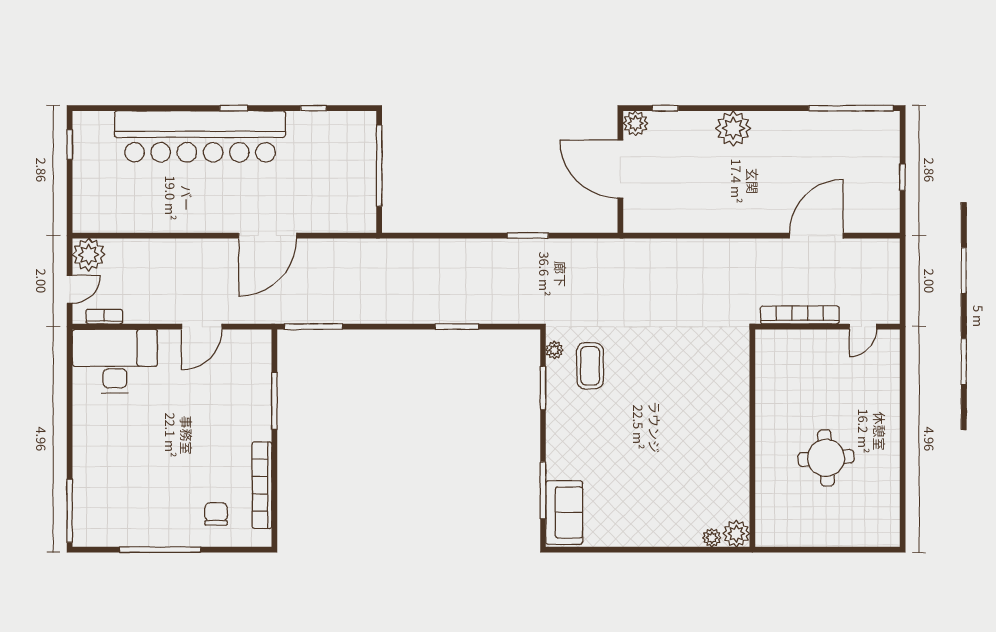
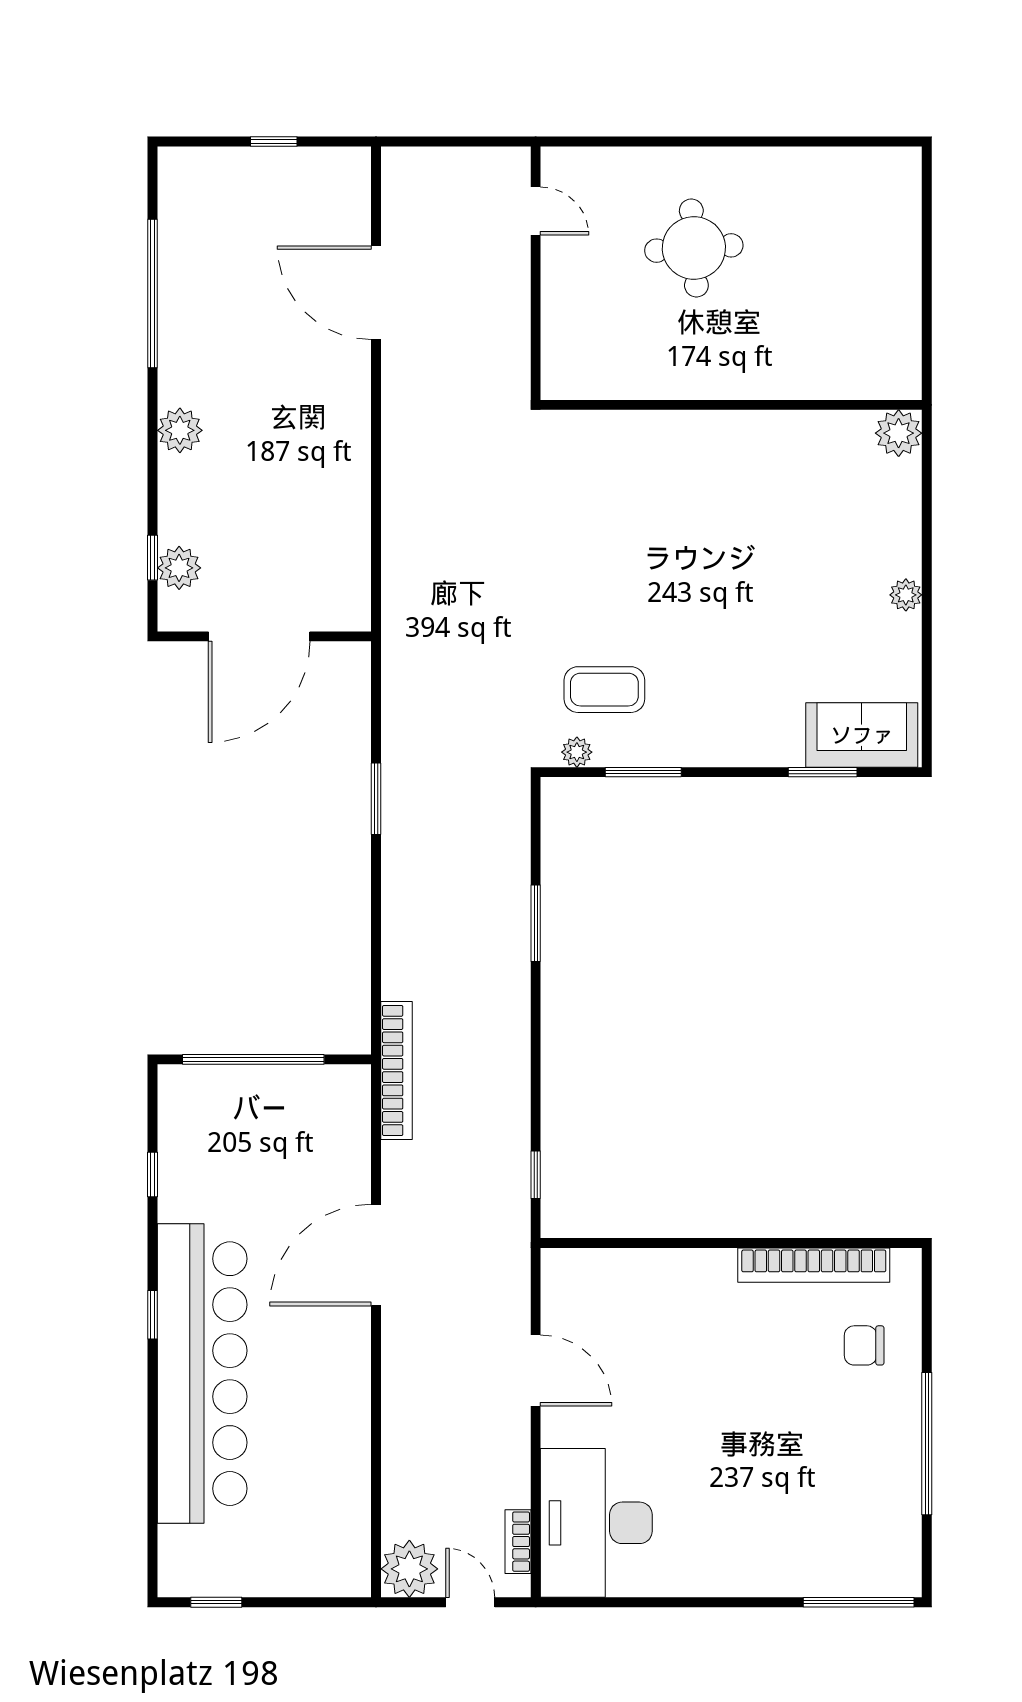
window: (851, 108) -> (152, 294), moved
plant: (636, 123) -> (179, 568), moved
plant: (733, 128) -> (180, 430), width x0.73, depth x0.73
door: (268, 236) -> (376, 1255), swing flipped
bookcase: (800, 315) -> (396, 1070), moved, turned 180
window: (313, 327) -> (536, 1175), width x0.46
window: (274, 401) -> (666, 1243), removed
round table: (826, 458) -> (694, 248), moved
window: (543, 490) -> (823, 772), width x0.69
plant: (712, 538) -> (906, 595), moved

